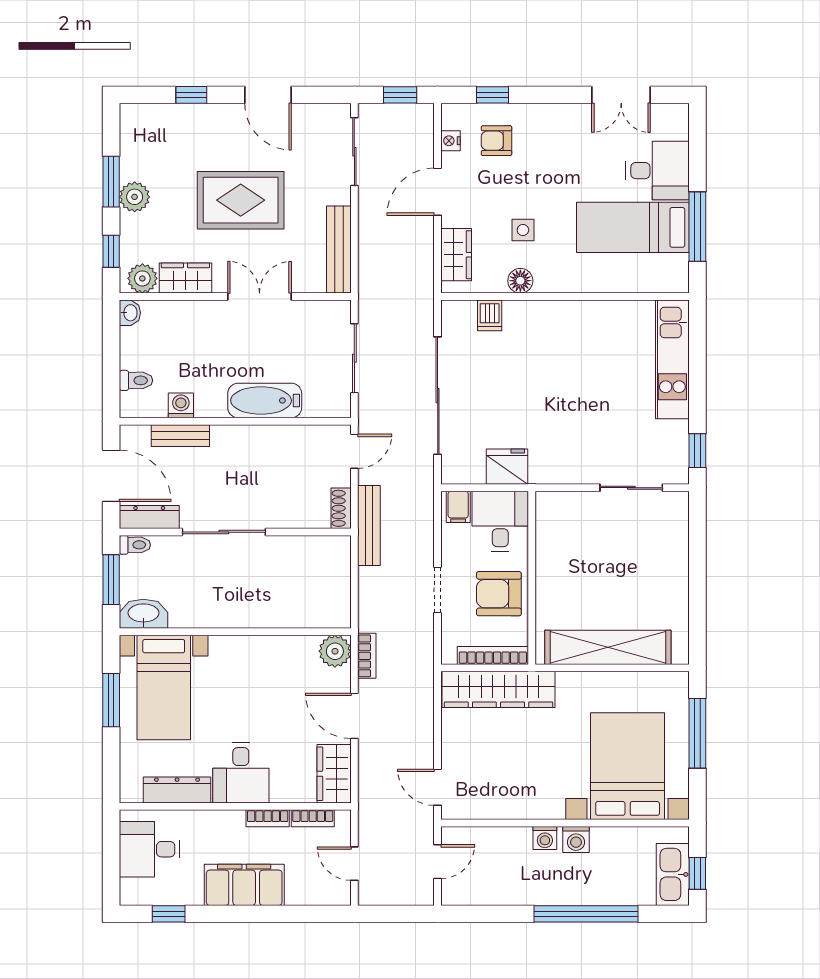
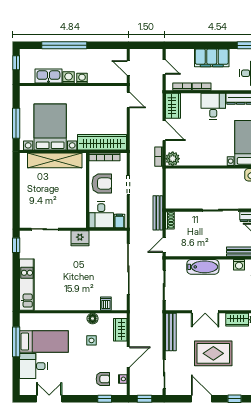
fridge: (507, 467) -> (80, 238), moved
bed with nightstands: (628, 766) -> (50, 127), moved, turned 180
door: (438, 862) -> (128, 68), hinge flipped
kitchen sink: (673, 874) -> (48, 76), moved, turned -90

